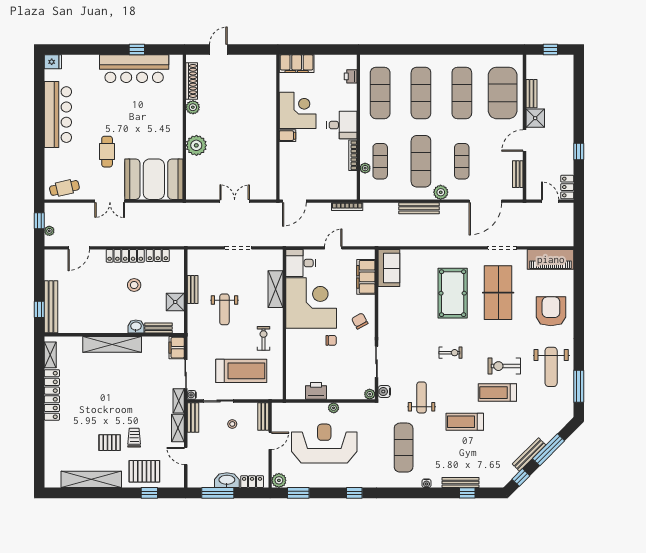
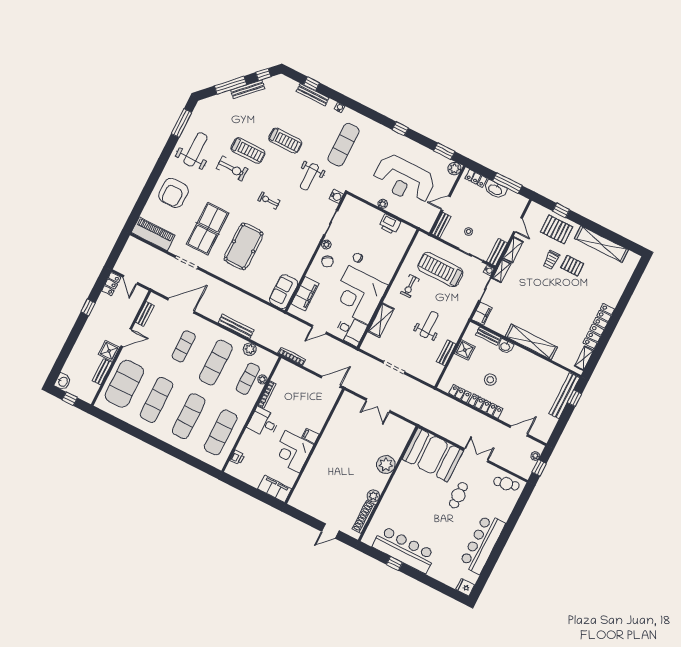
washbasin: (566, 63) -> (63, 382), added
plant: (441, 192) -> (250, 349), moved
plant: (370, 394) -> (326, 244), moved

